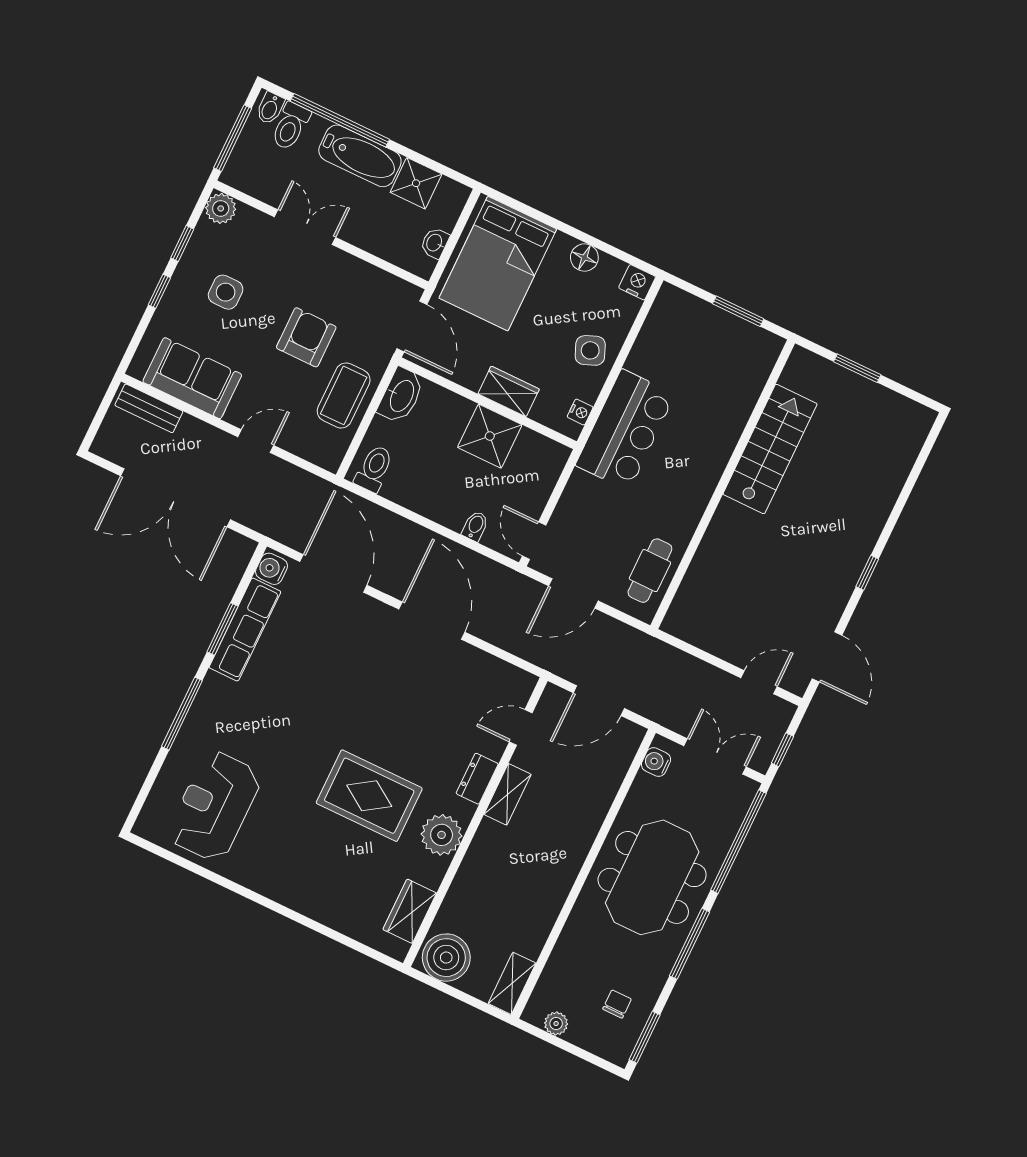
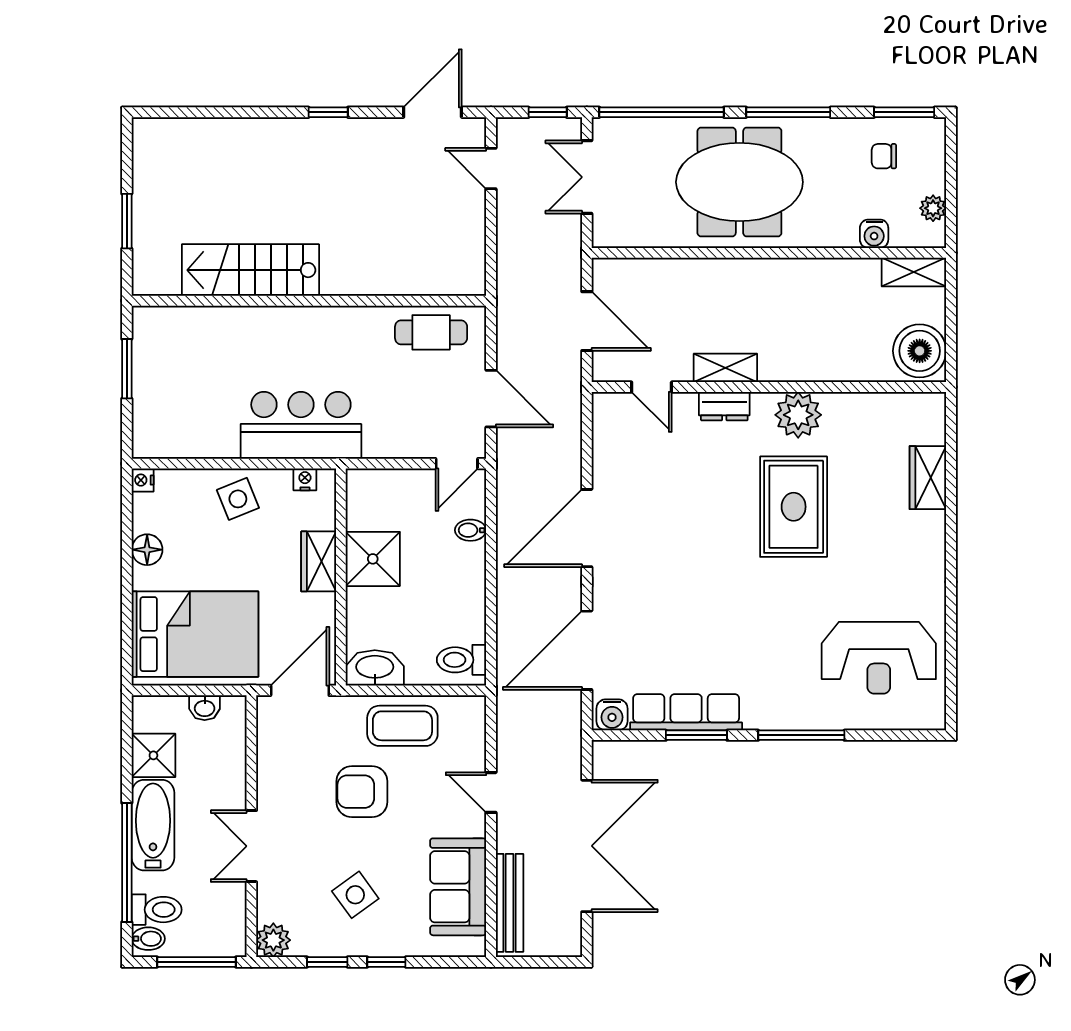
nightstand: (637, 282) -> (143, 480), width x0.72, depth x0.74
side table: (226, 292) -> (355, 895), turned -36
bench: (149, 408) -> (510, 903), width x1.36
water cooler: (656, 762) -> (874, 234), moved
wardrobe: (410, 911) -> (928, 478), moved, turned 90

